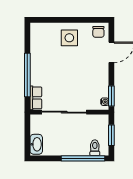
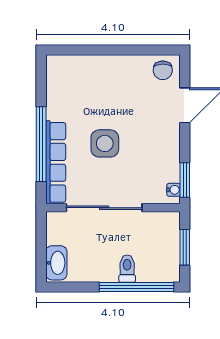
side table: (69, 38) -> (105, 143), moved
row of seats: (36, 98) -> (56, 162), width x2.02
toilet: (95, 148) -> (127, 269), moved

